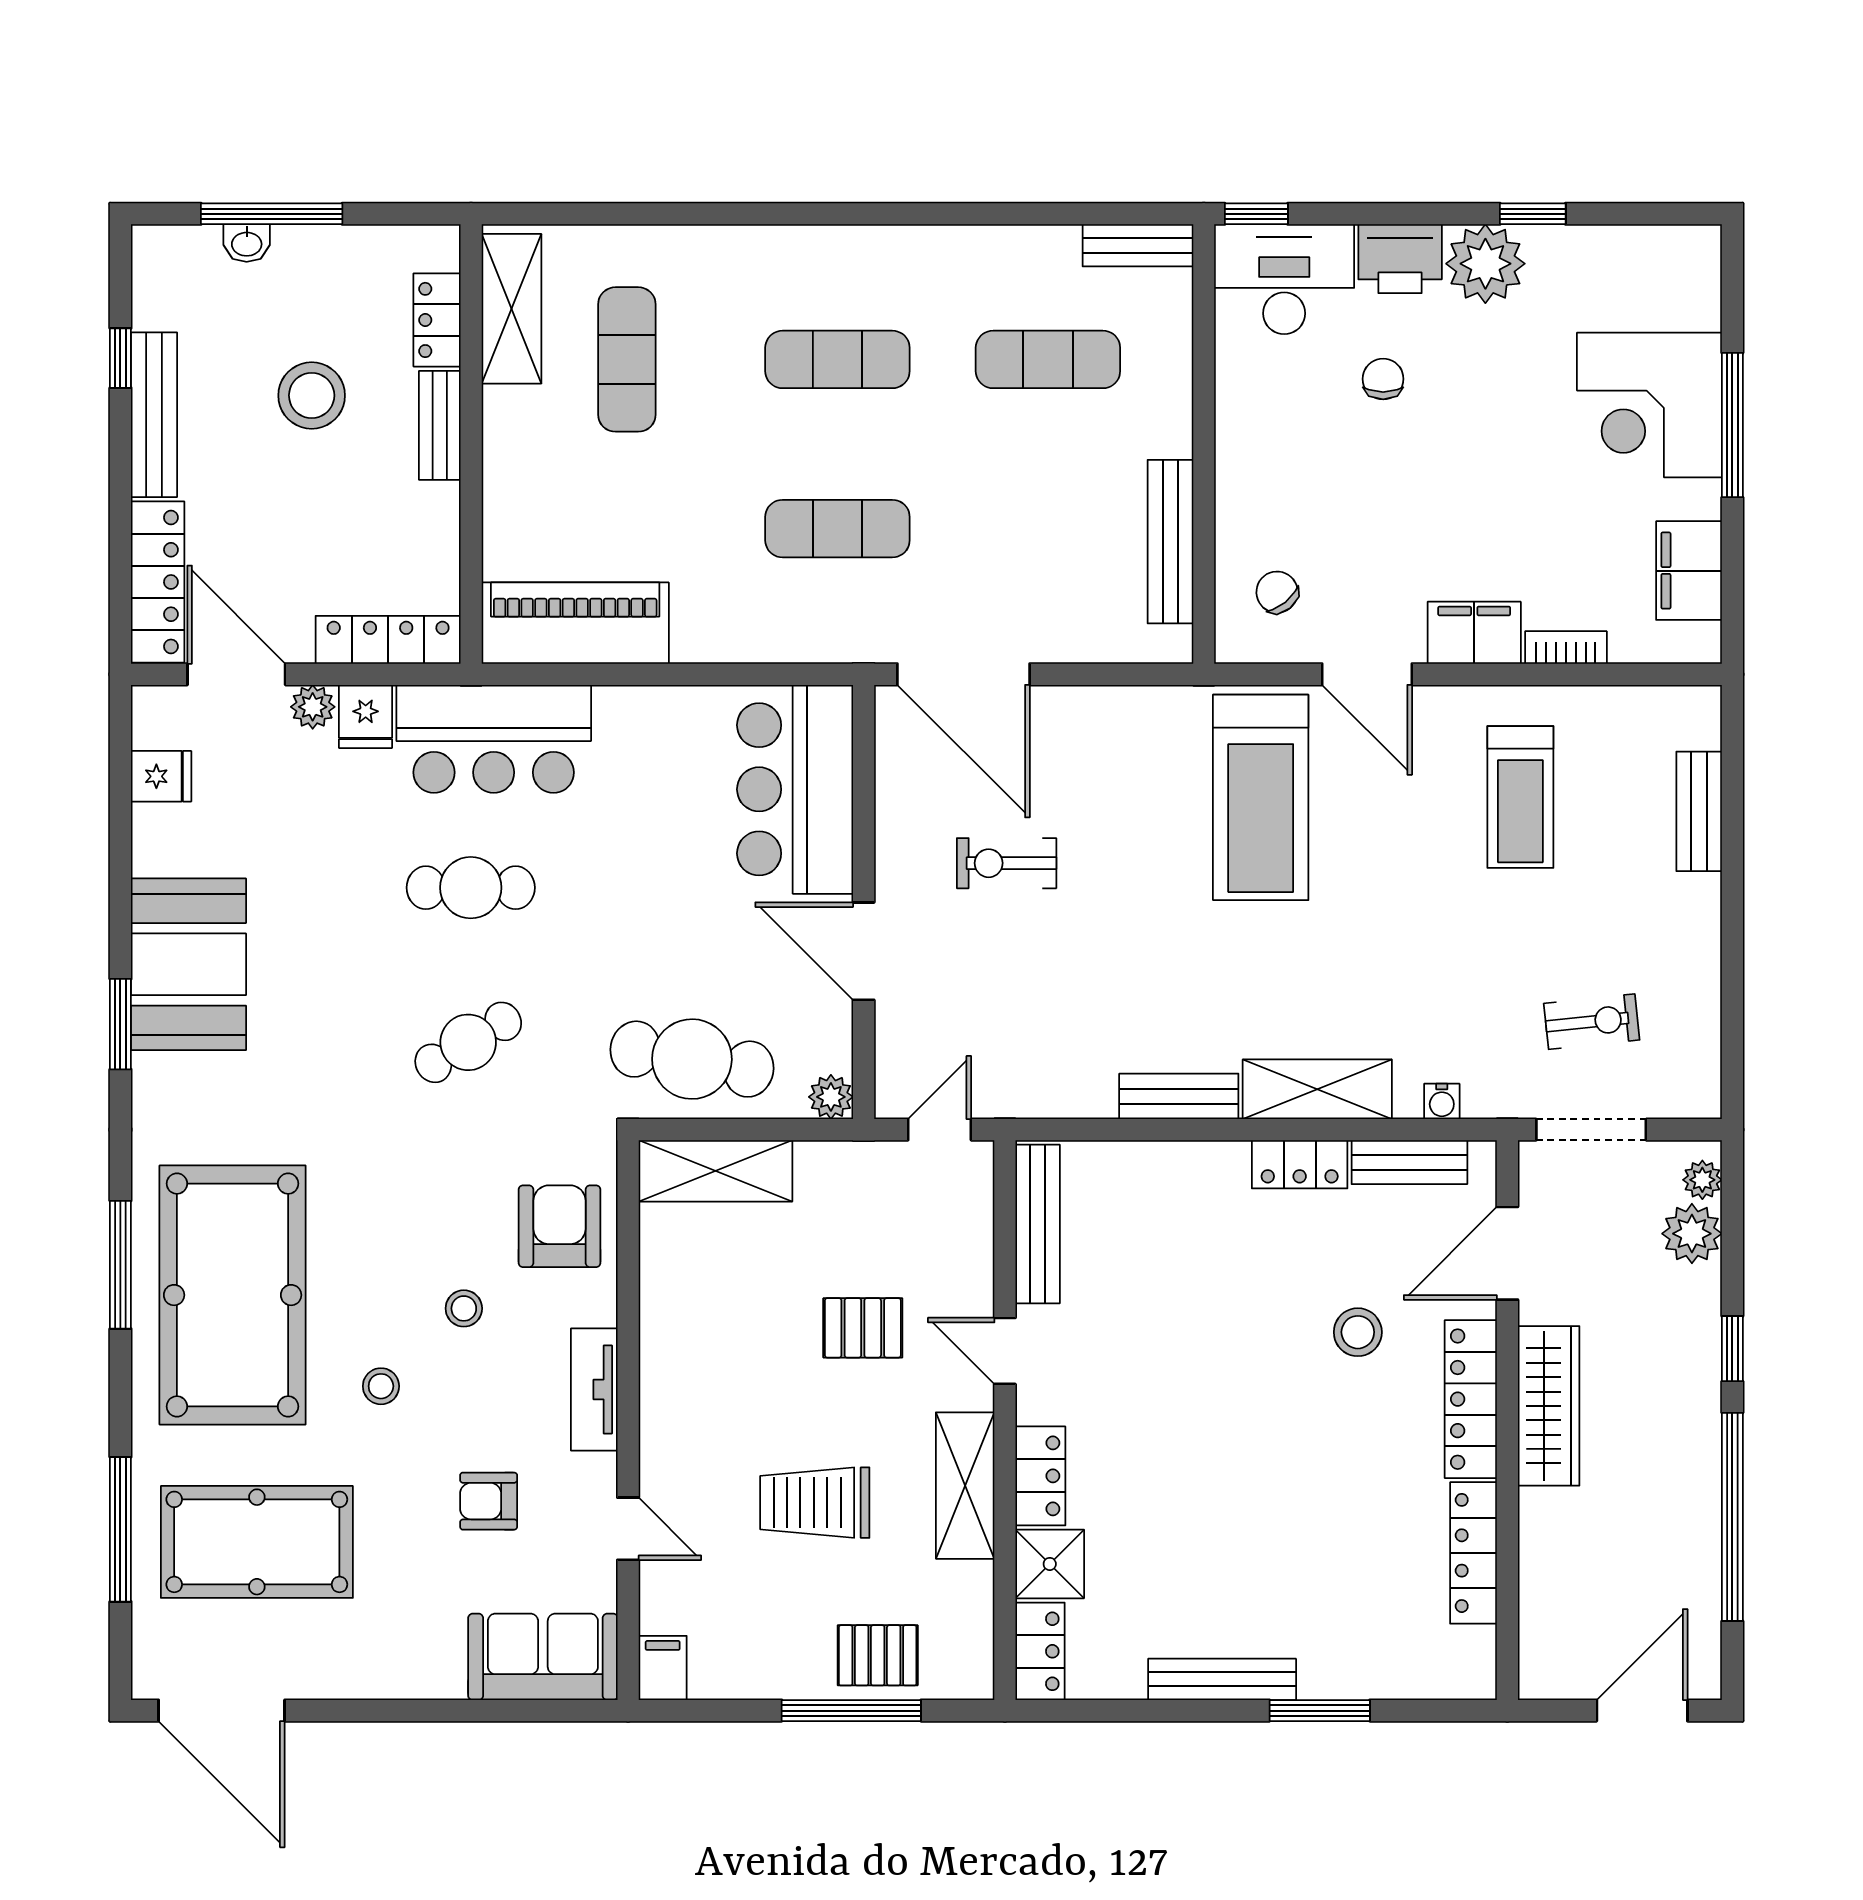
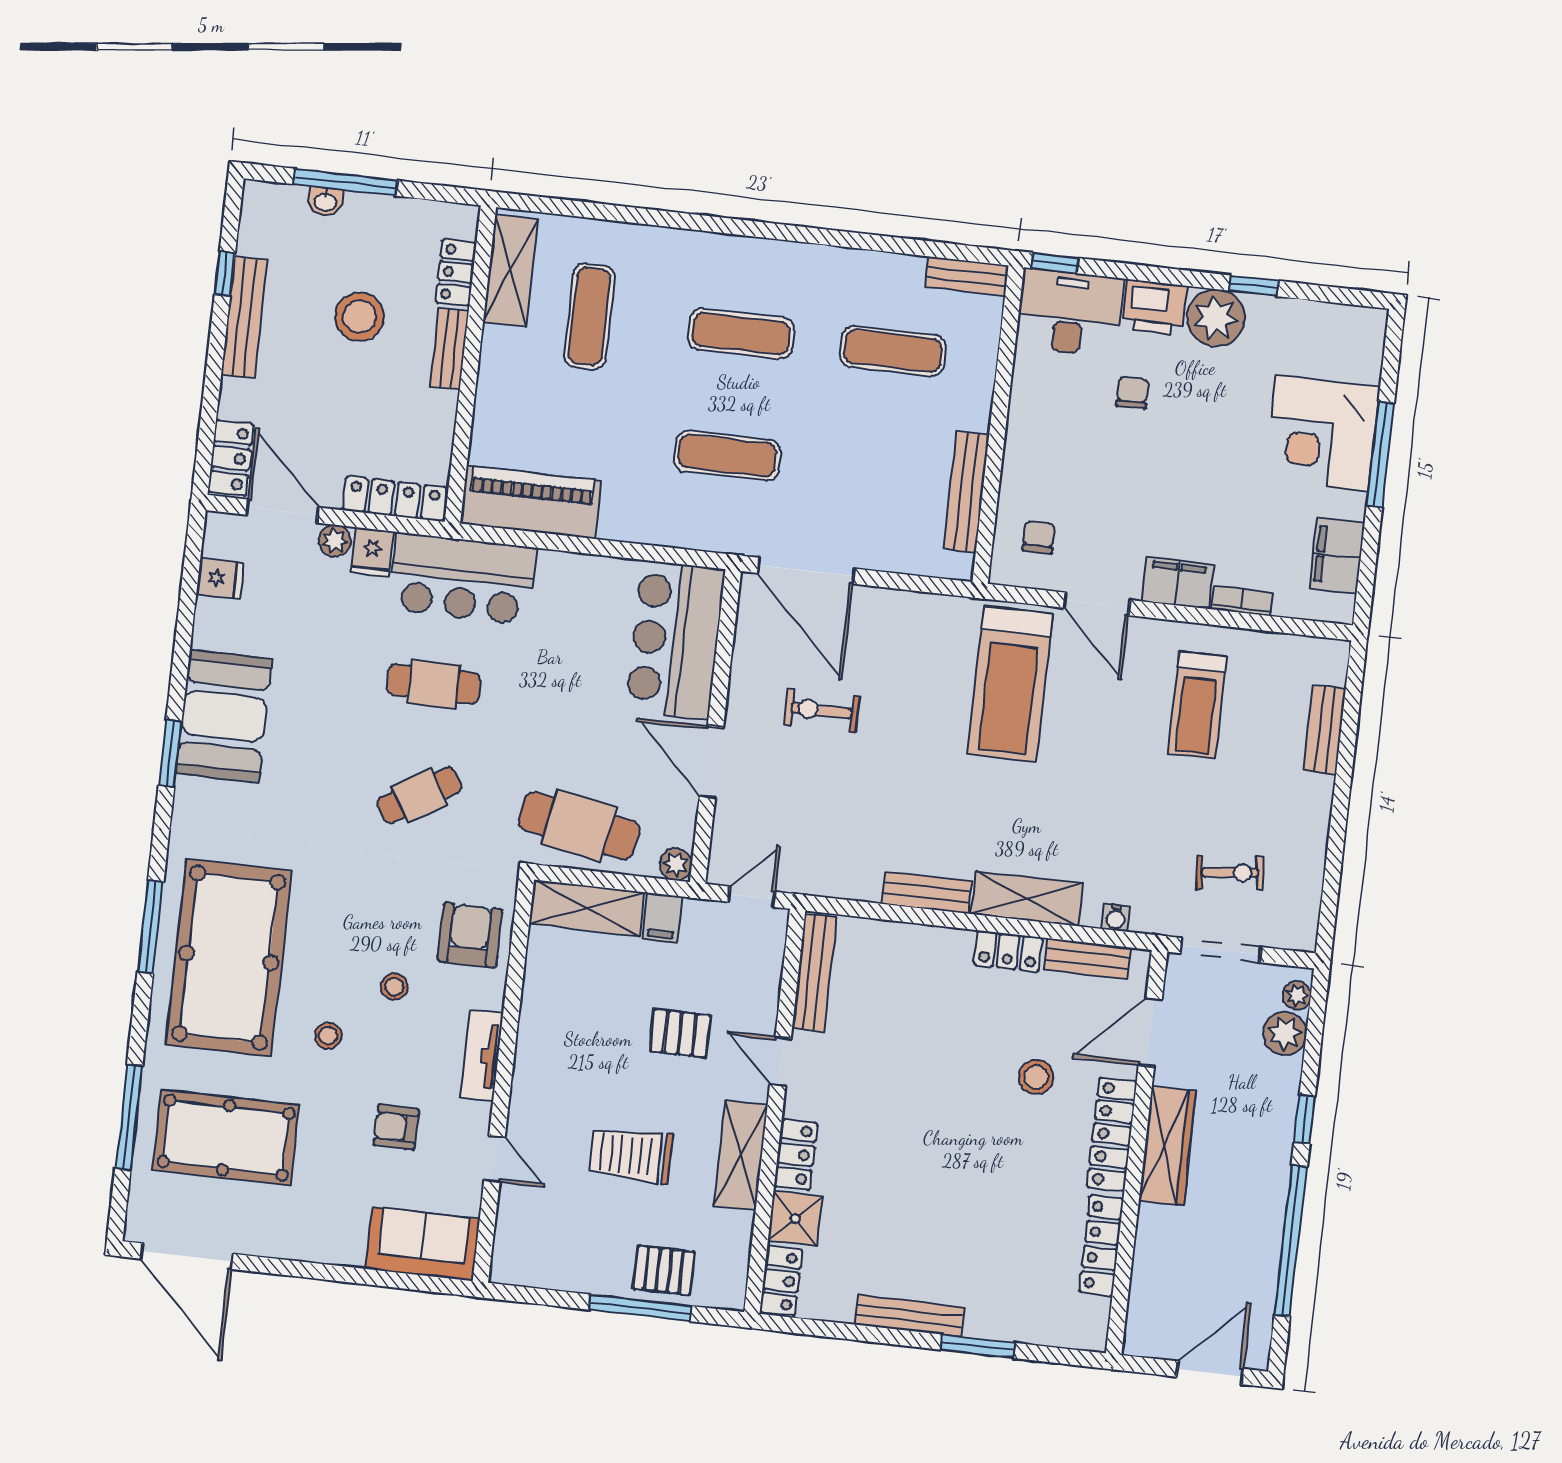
locker: (158, 582) -> (231, 458), width x0.66
chair: (1277, 592) -> (1039, 537), turned 39
filing cabinet: (663, 1668) -> (662, 918), moved, turned 180

